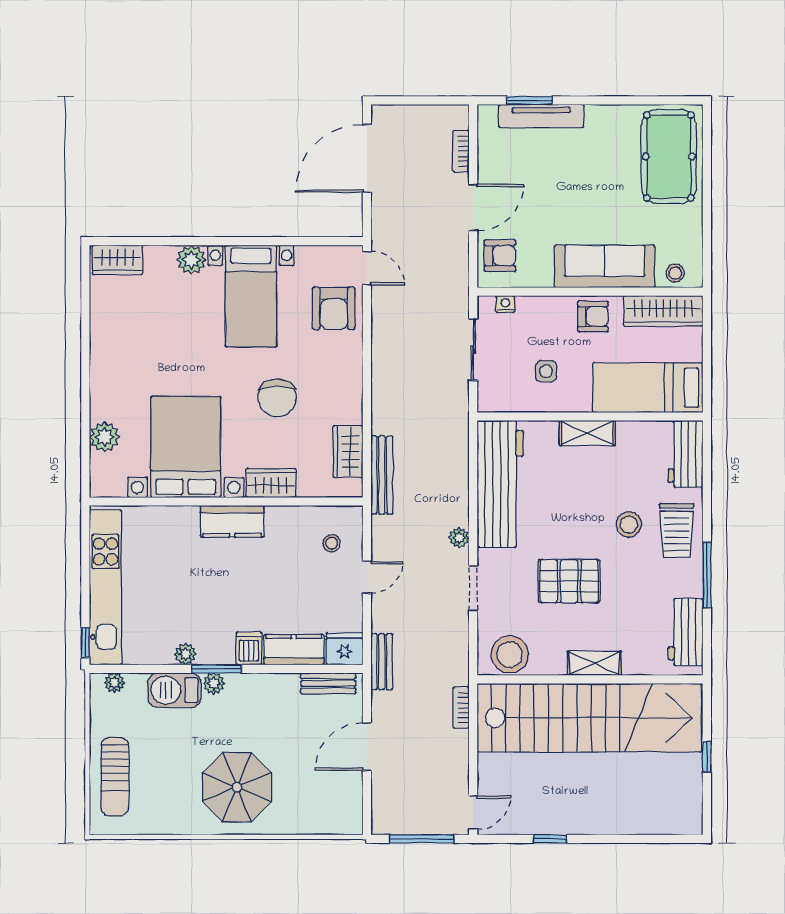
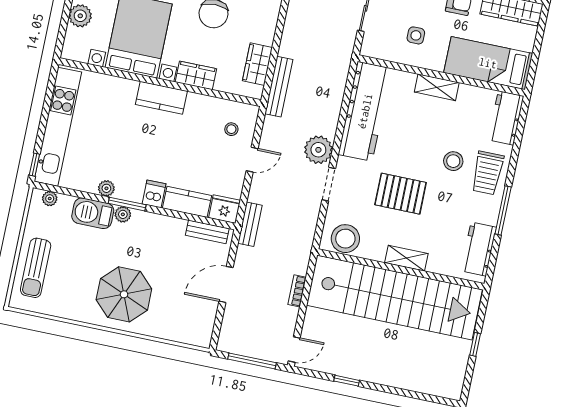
plant: (459, 538) -> (318, 150), width x1.88, depth x1.88
bookcase: (461, 708) -> (297, 291), moved

